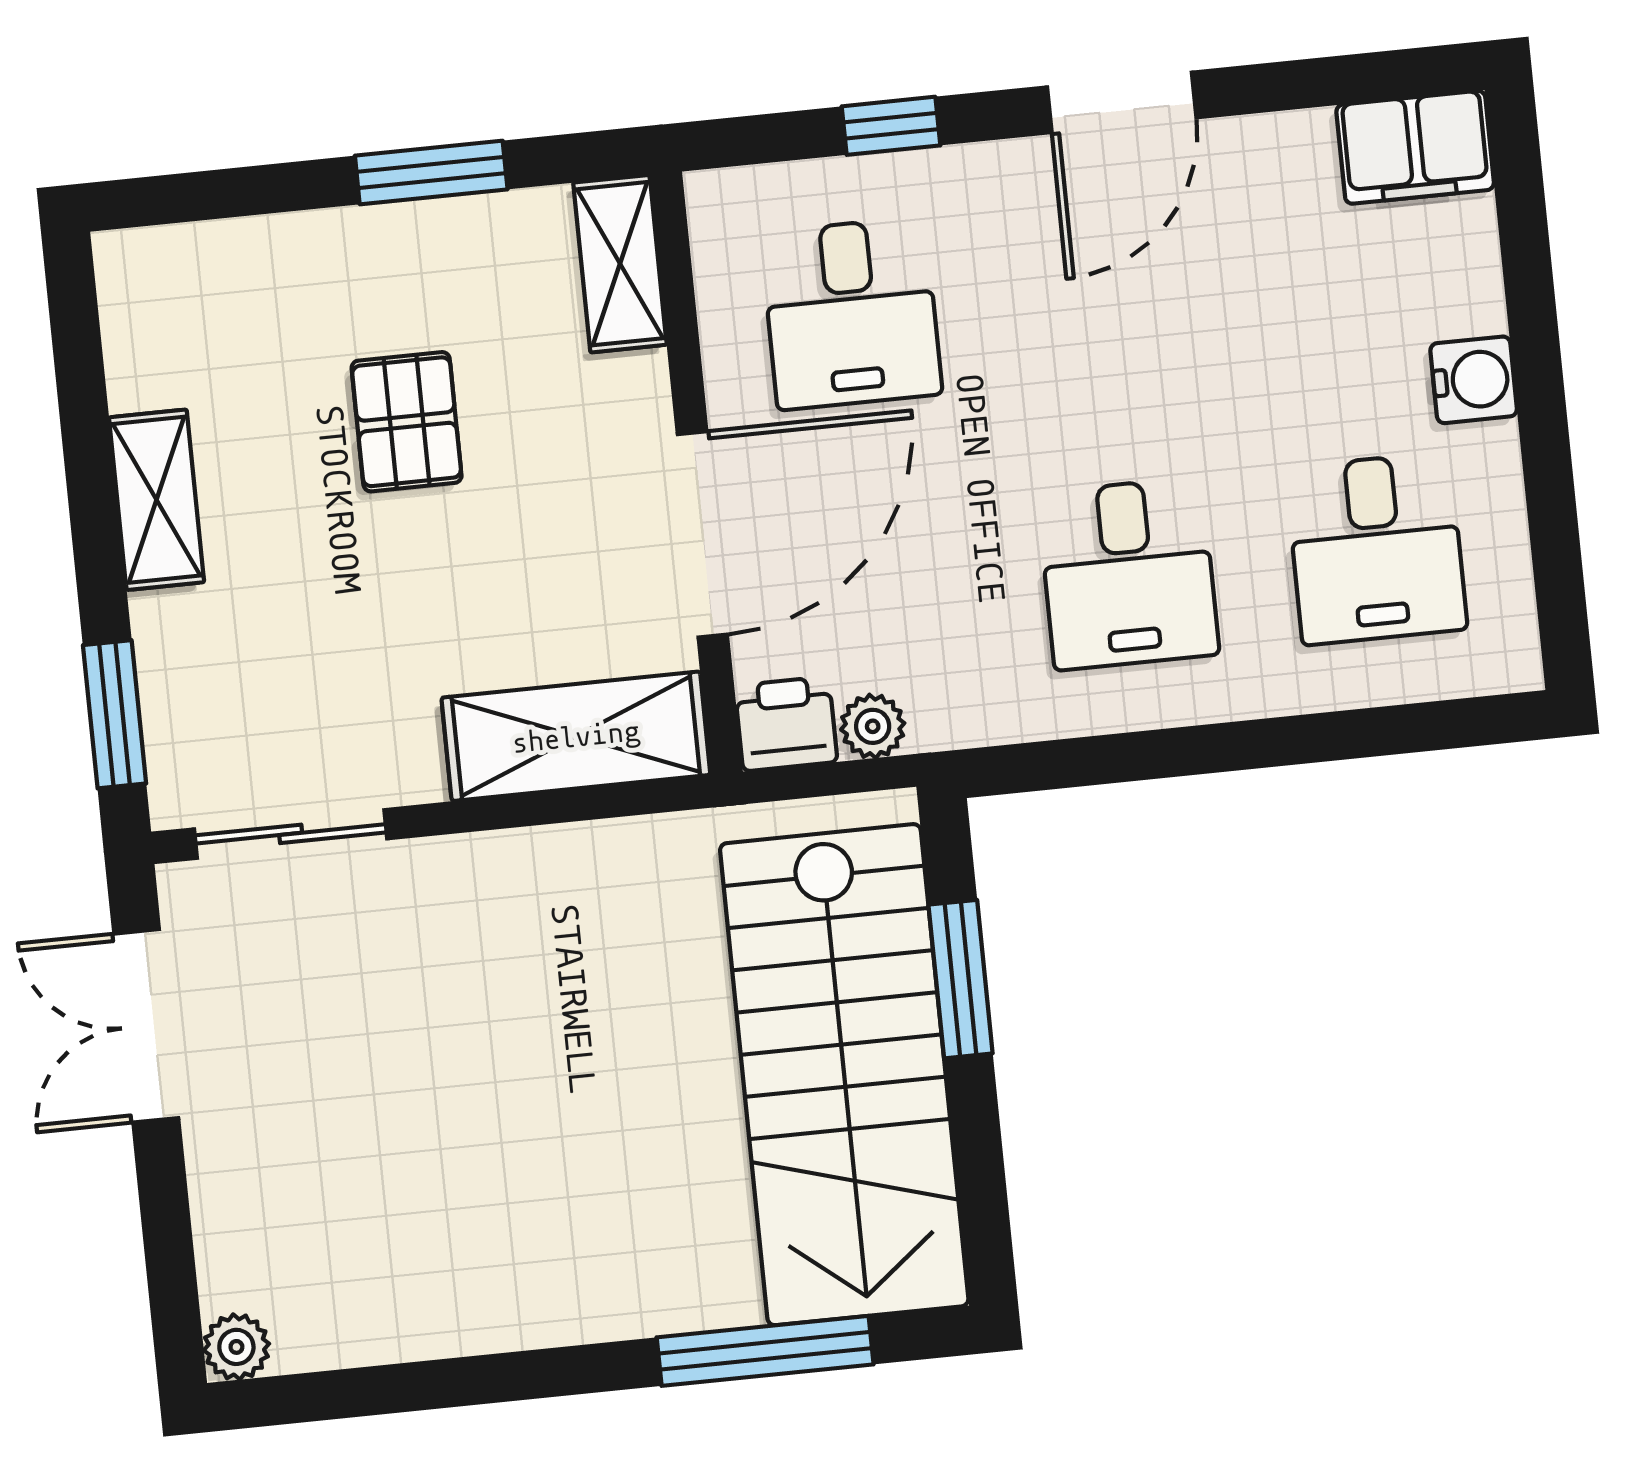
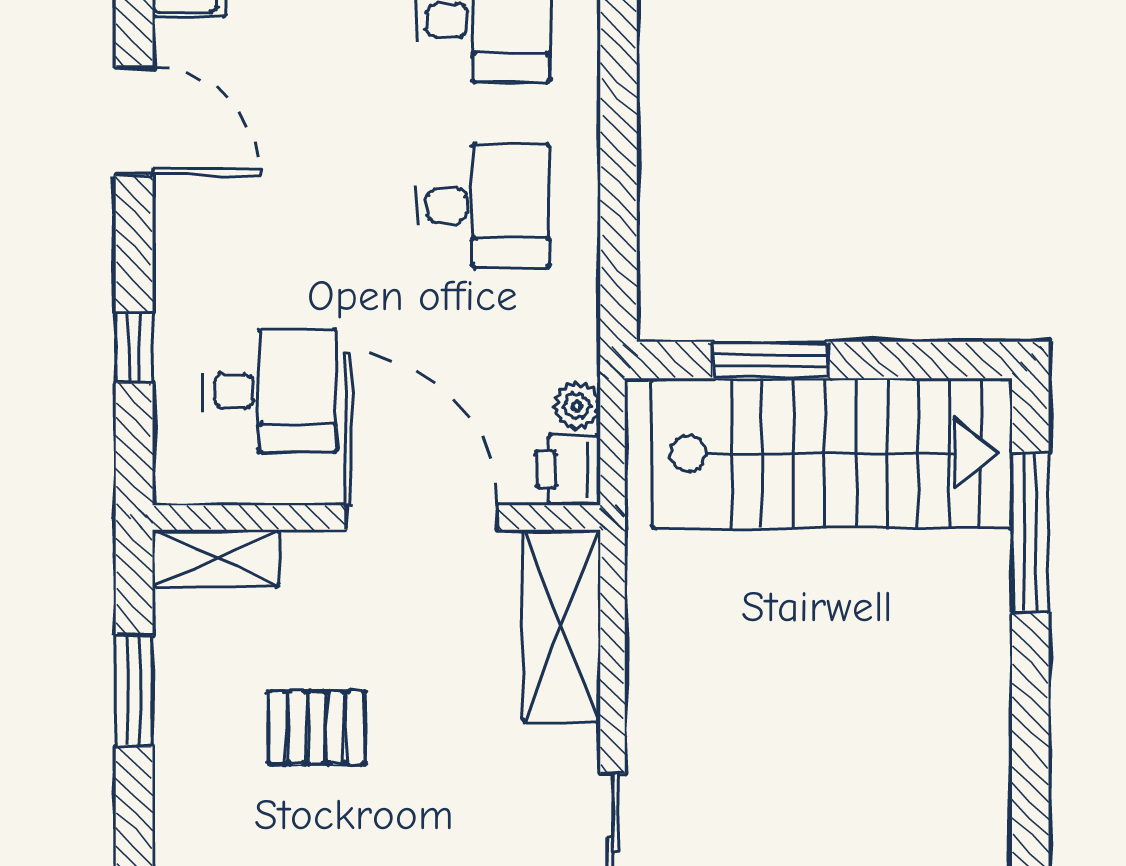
door: (1122, 102) -> (134, 121), moved

